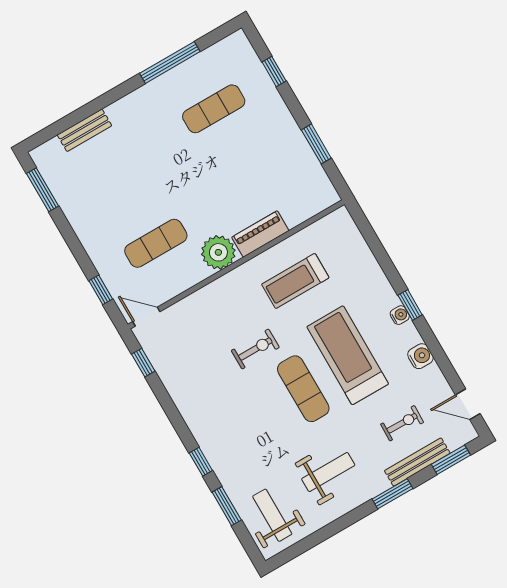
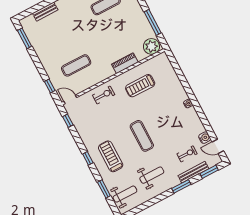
window: (316, 144) -> (153, 22), width x1.44
plant: (218, 252) -> (151, 46), moved
window: (410, 305) -> (193, 99), removed
exercise bike: (255, 349) -> (104, 95), moved
treadmill: (348, 355) -> (111, 156), moved, width x0.73, depth x0.73
water cooler: (420, 356) -> (205, 138), moved
window: (201, 462) -> (88, 158), moved
weight bench: (272, 515) -> (125, 194), turned 90

